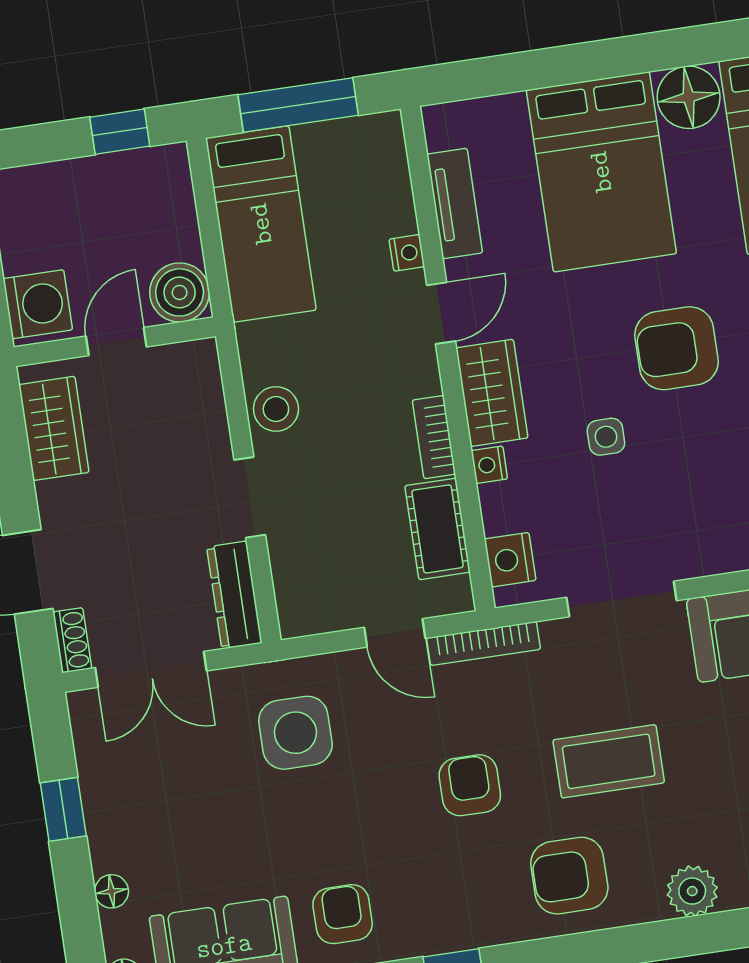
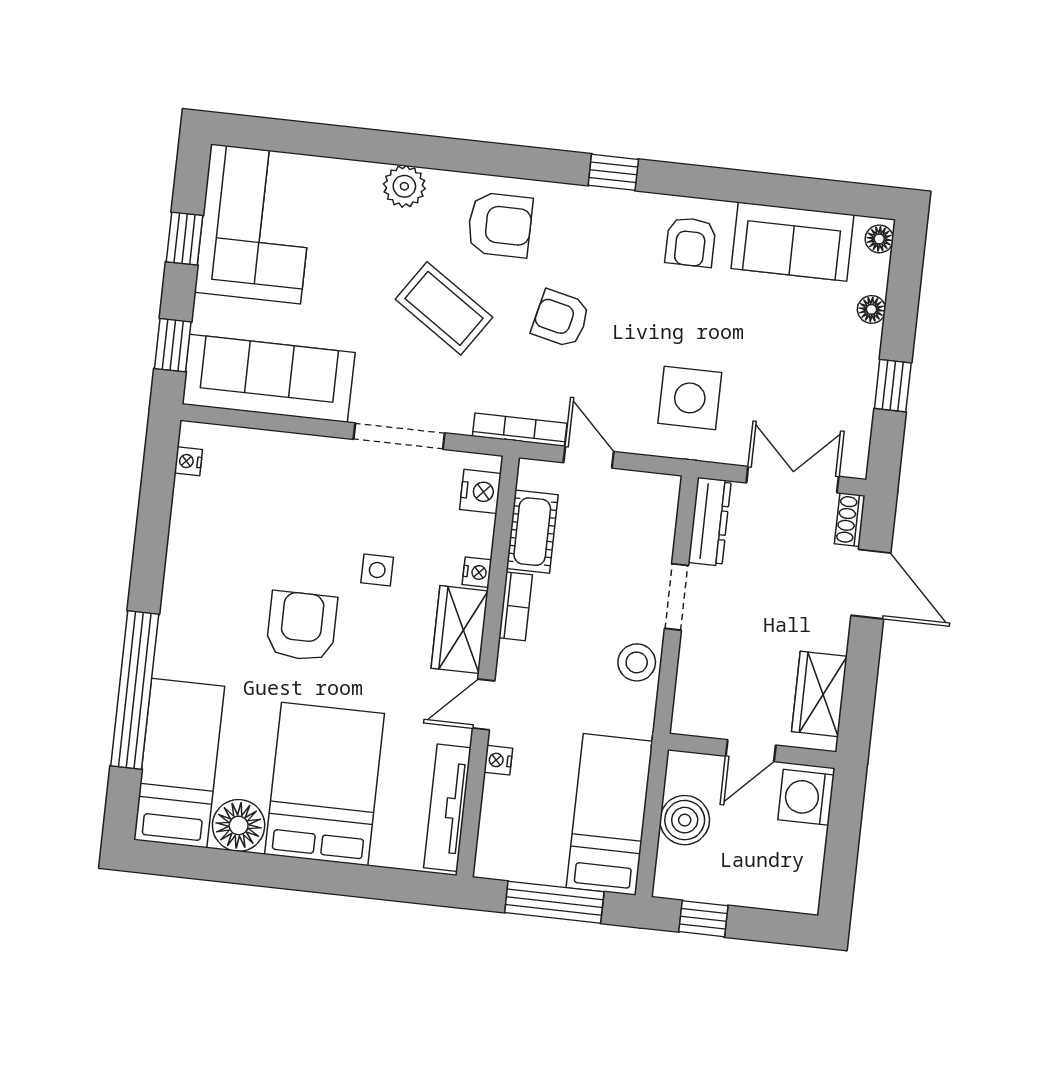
tv unit: (455, 203) -> (447, 808), width x1.41
boiler: (180, 292) -> (685, 820), moved
armchair: (677, 348) -> (302, 626), turned -90
coffee table: (609, 761) -> (444, 308), turned 34
armchair: (470, 785) -> (561, 319), turned 103

